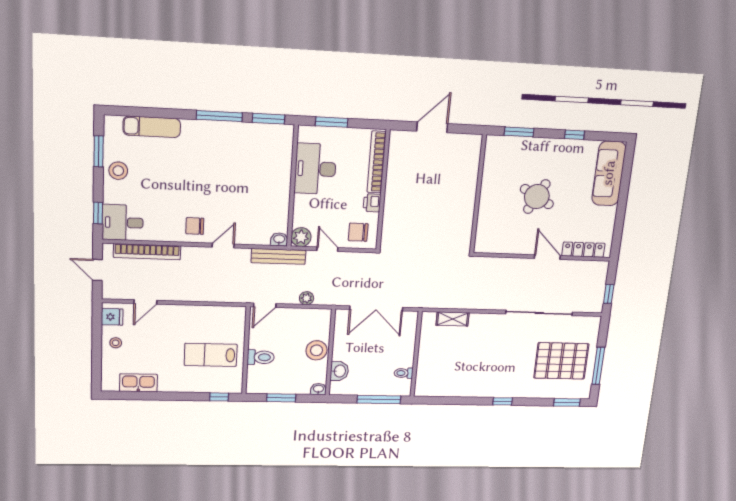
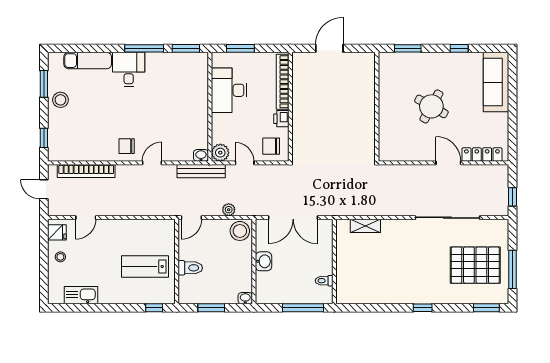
desk: (123, 223) -> (129, 69), moved, turned 90
stool: (316, 350) -> (240, 231), moved
washbasin: (339, 371) -> (264, 261), moved

